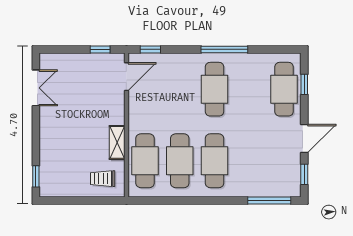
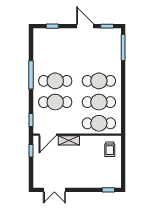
door: (126, 77) -> (48, 135), swing flipped
double door: (36, 88) -> (54, 190), swing flipped
cafe table: (284, 89) -> (55, 102), moved
shelving: (117, 142) -> (69, 140), moved

